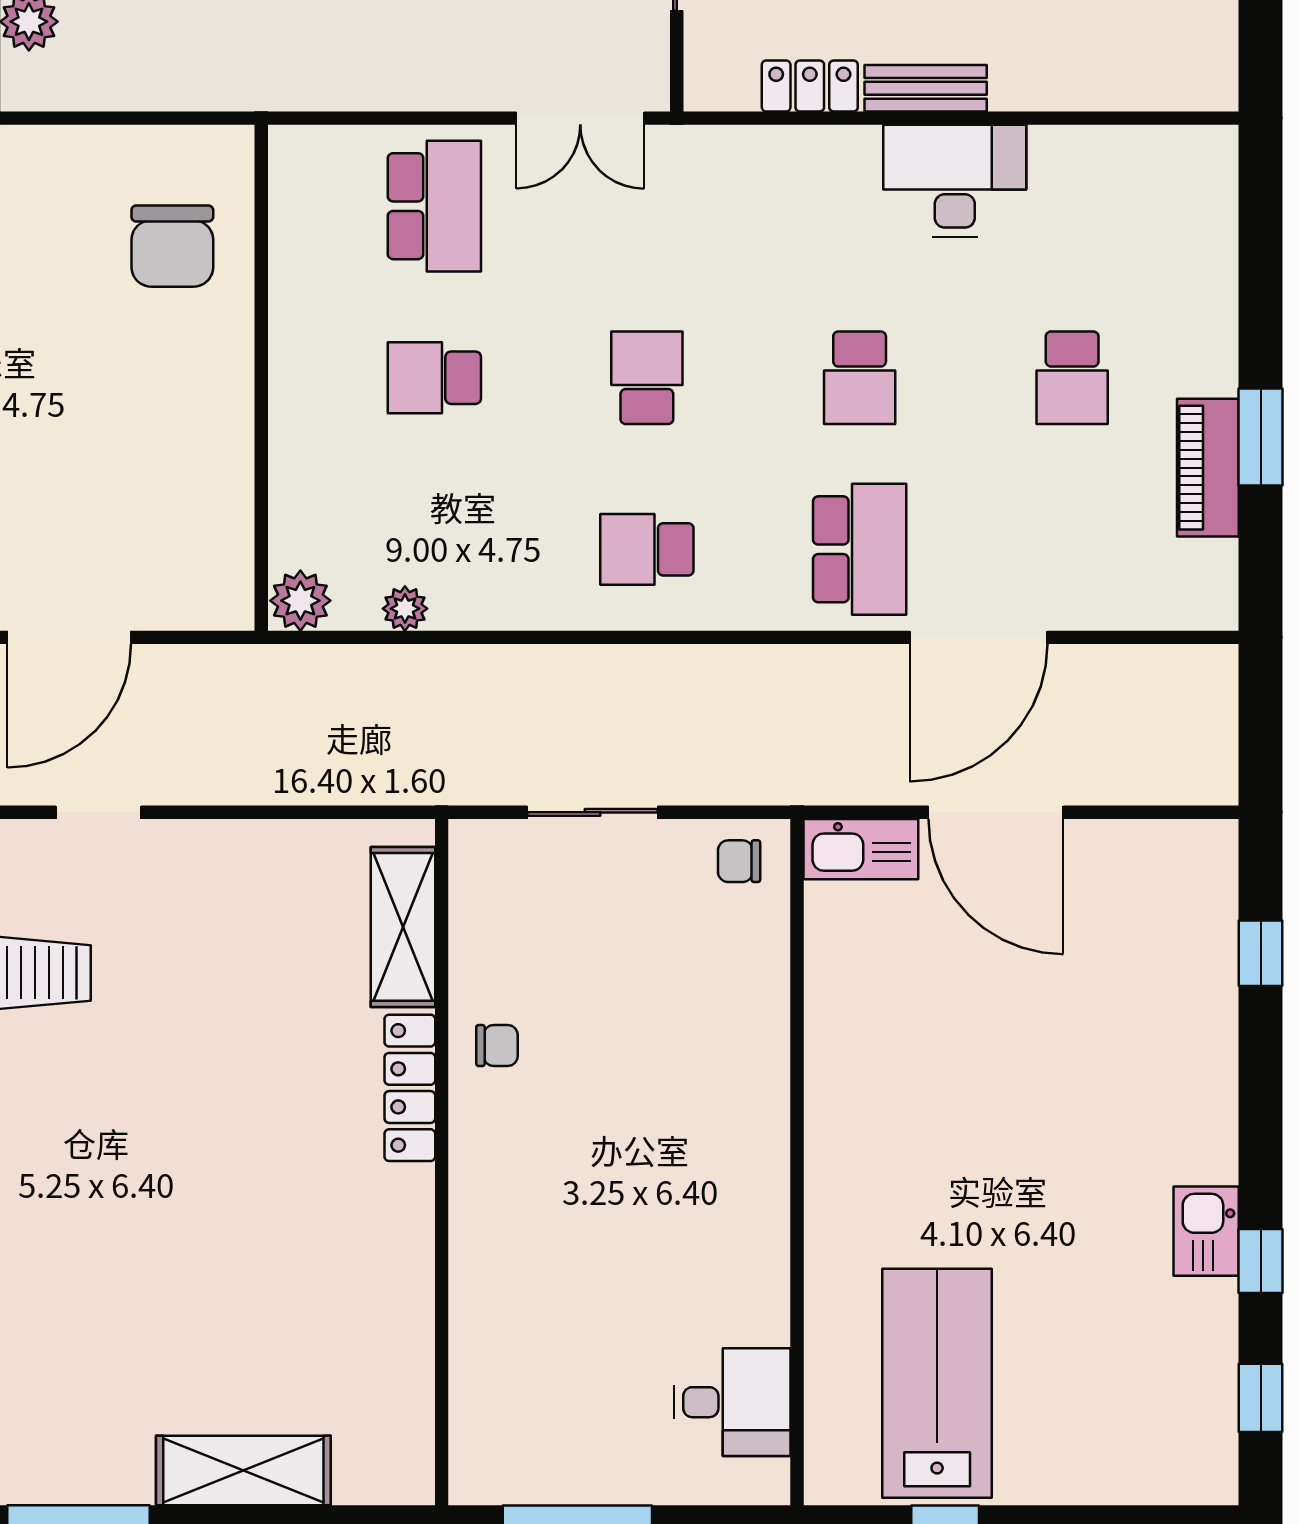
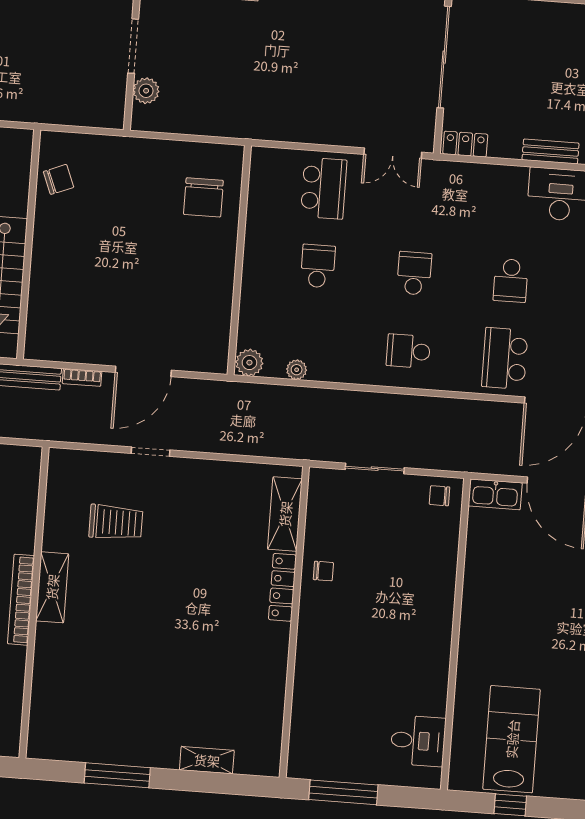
locker: (810, 86) -> (465, 144), moved
school desk: (434, 378) -> (318, 266), turned 90
school desk: (860, 549) -> (505, 358), turned 180
shelving: (243, 1470) -> (207, 760), width x0.67, depth x0.75

